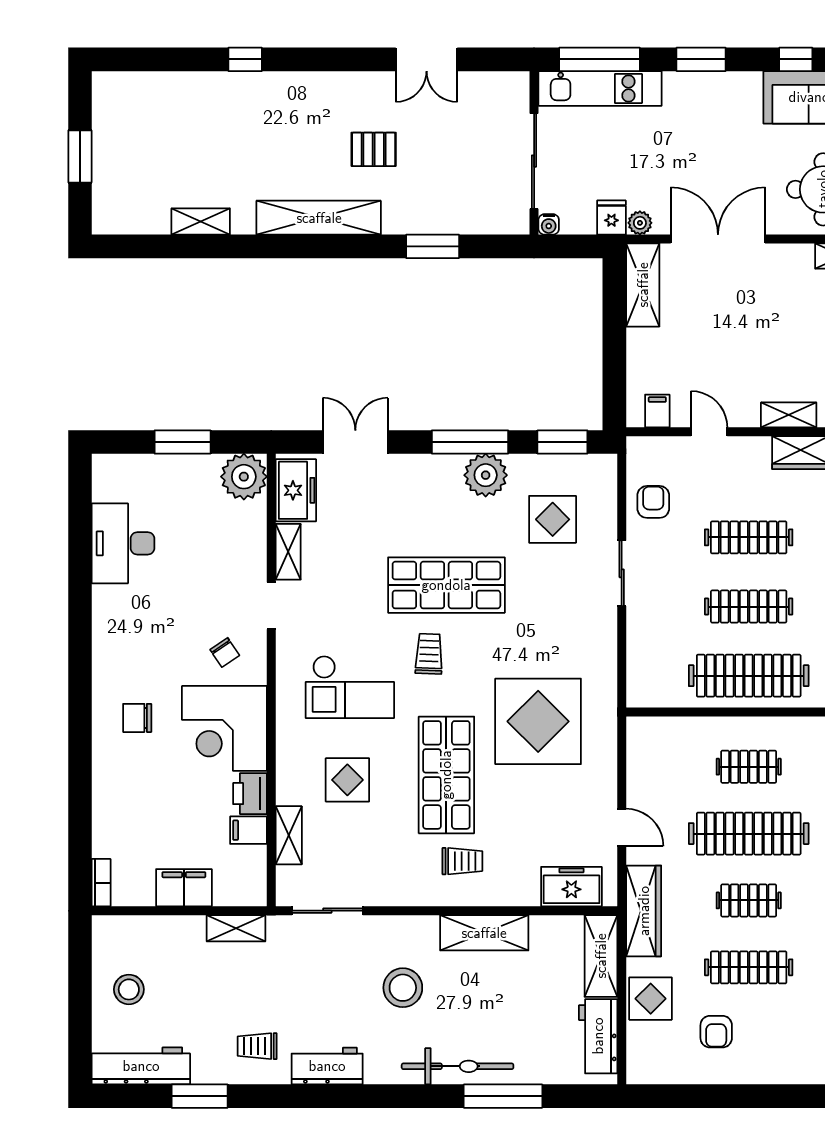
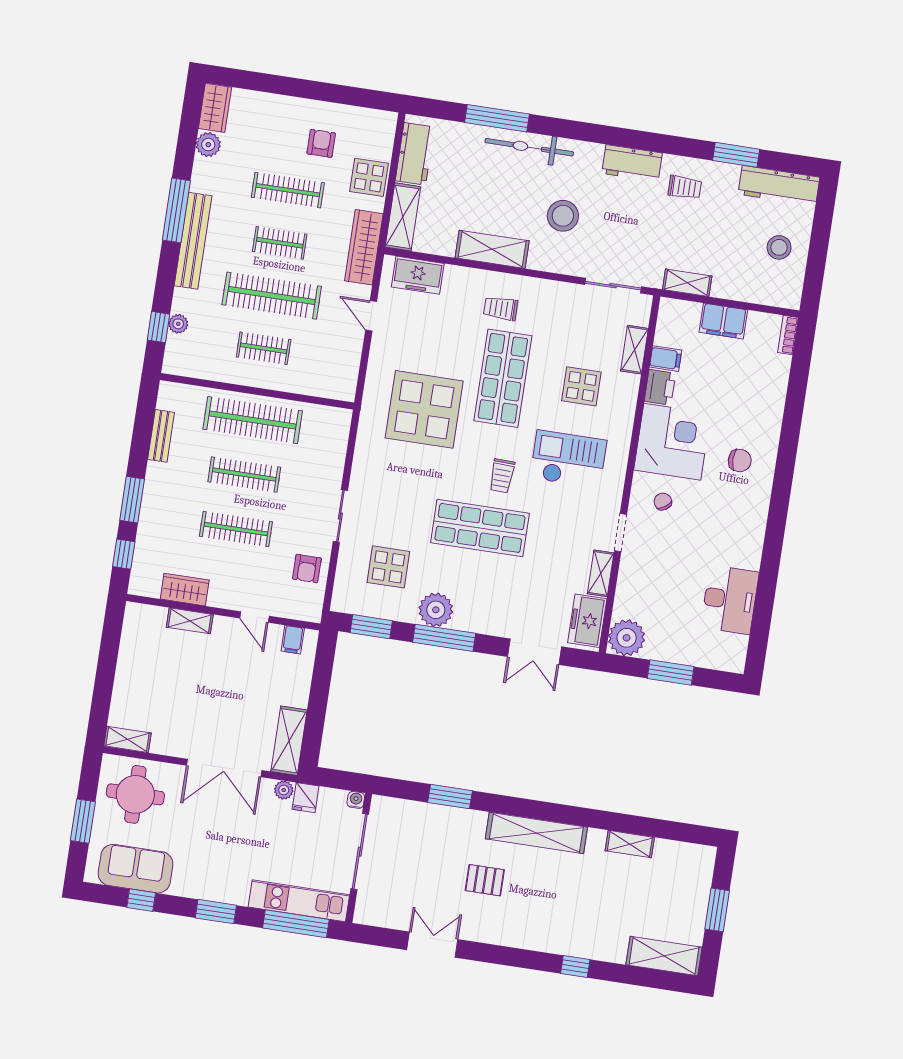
shelving: (137, 89) -> (664, 956), added

